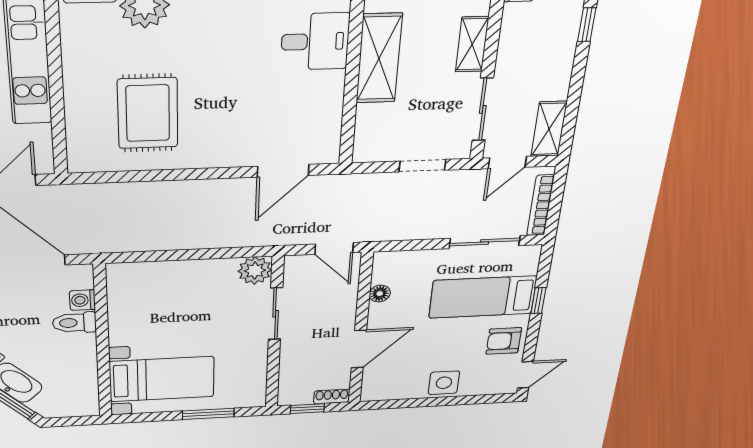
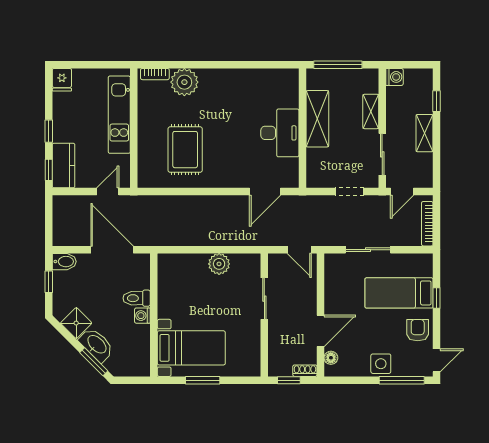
desk: (315, 42) -> (280, 133), moved, width x1.37
shelving: (549, 129) -> (425, 133), moved
sliding door: (485, 242) -> (368, 250), moved
plant: (255, 271) -> (219, 264), moved
floor lamp: (380, 294) -> (331, 358), moved
washing machine: (82, 300) -> (142, 316), moved
armchair: (504, 341) -> (418, 330), turned 90
window: (472, 400) -> (402, 380), added
window: (208, 414) -> (203, 380), moved

